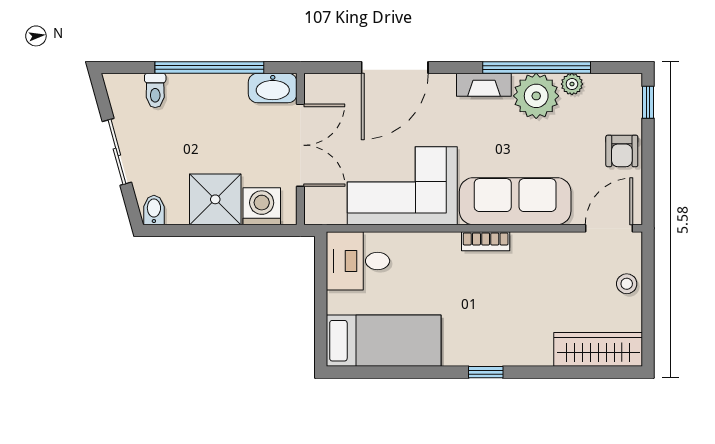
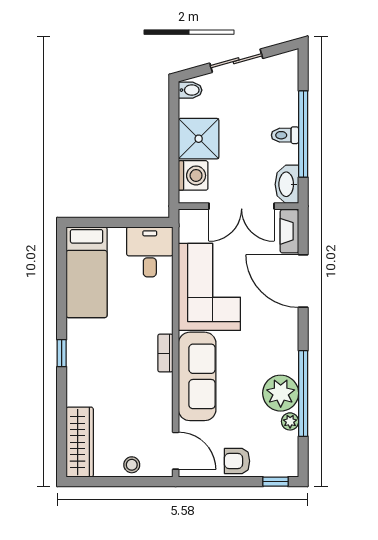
fireplace: (484, 85) -> (289, 231), moved
toilet: (155, 90) -> (285, 135), moved

